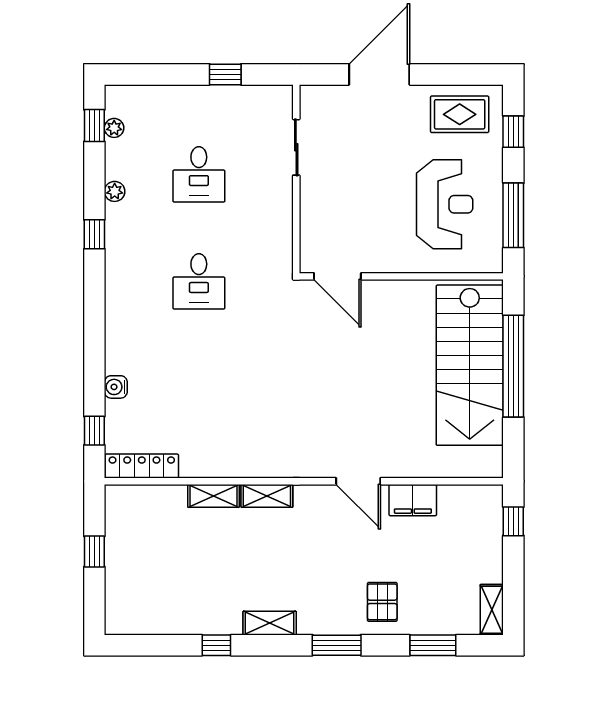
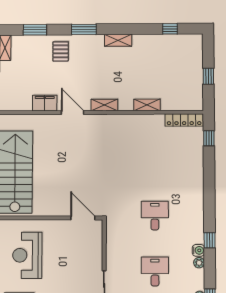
water cooler: (116, 387) -> (198, 250), moved
shelving: (267, 496) -> (104, 105), moved
window: (216, 645) -> (170, 29), moved

